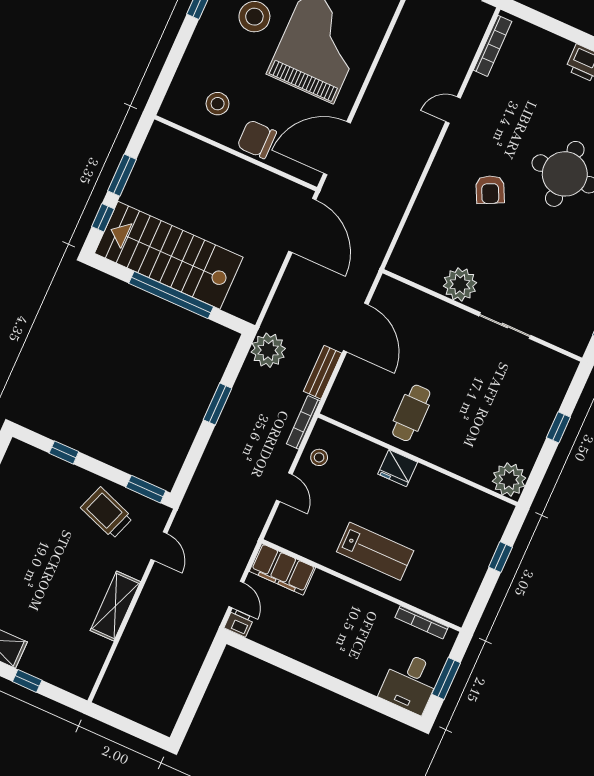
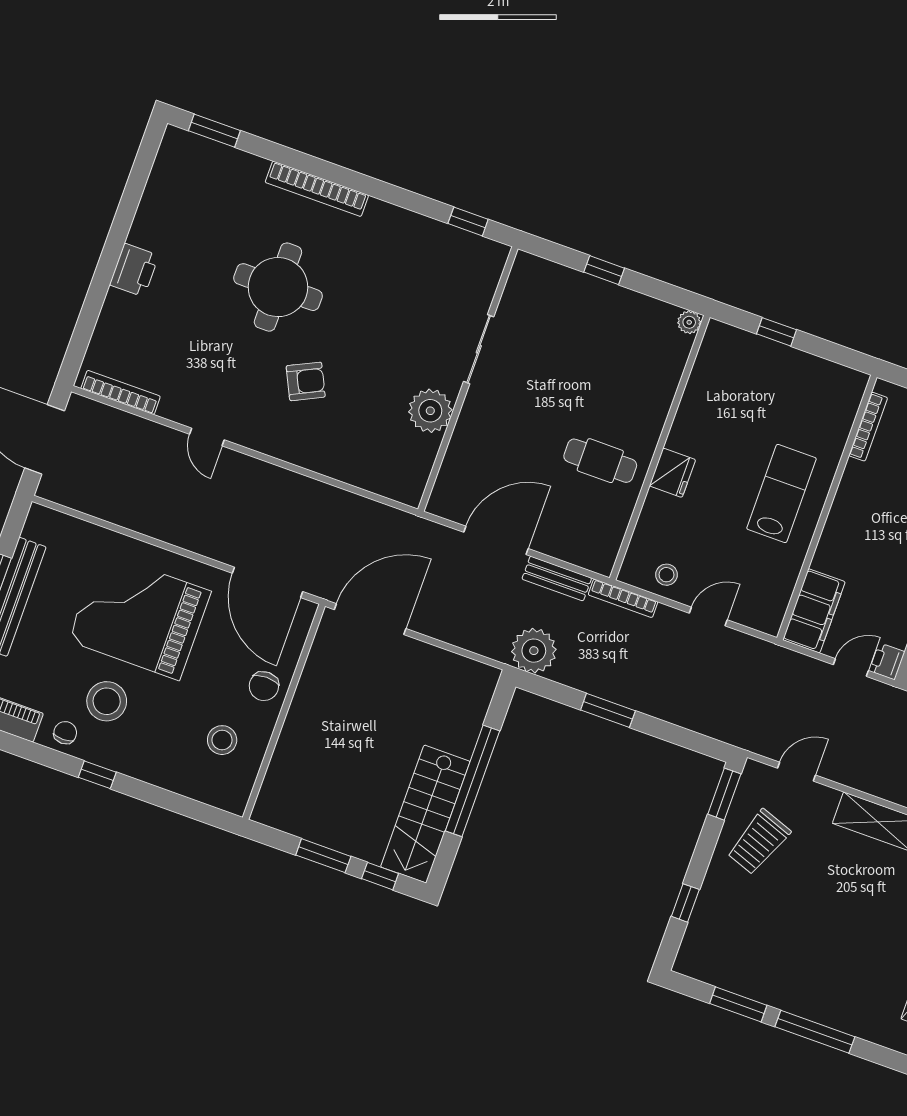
chair: (257, 139) -> (264, 686), width x0.73, depth x0.73
stairs: (169, 255) -> (425, 814), width x0.73, depth x0.66
plant: (509, 480) -> (689, 322), width x0.53, depth x0.53

